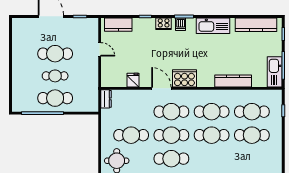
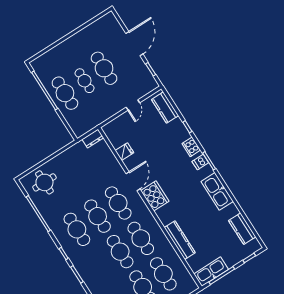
kitchen counter: (256, 25) -> (242, 229), width x0.67
cafe table: (131, 135) -> (75, 181), removed

